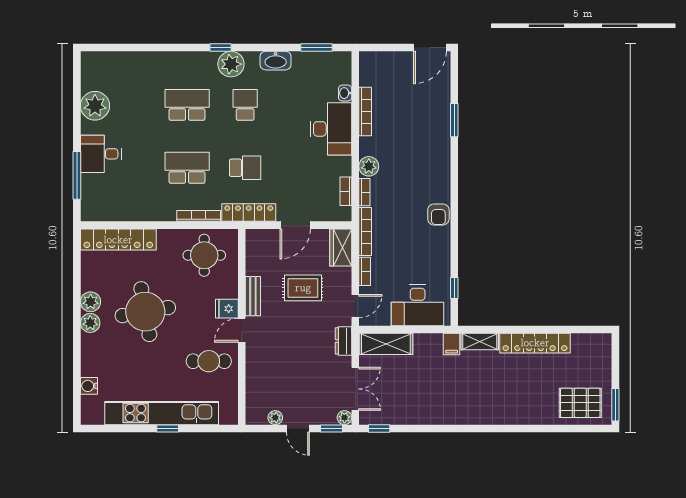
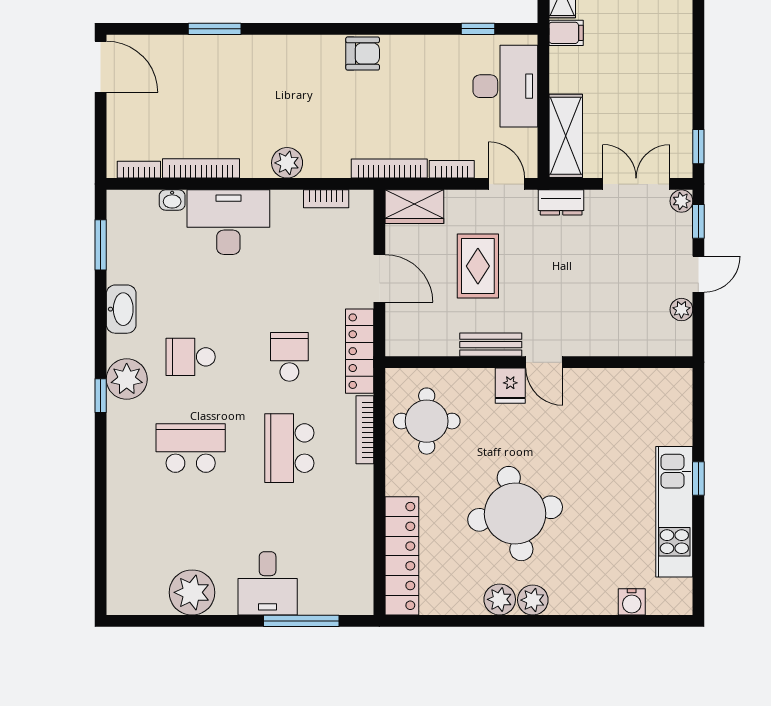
school desk: (187, 105) -> (191, 448), turned 90
bookcase: (364, 192) -> (139, 170), moved
cafe table: (209, 361) -> (593, 414), removed
kitchen unit: (162, 413) -> (674, 512), width x0.73

